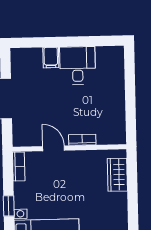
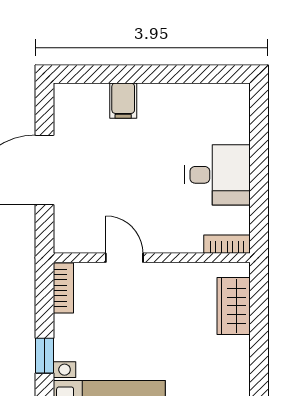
desk: (78, 66) -> (218, 175), moved, turned 90
bookcase: (82, 140) -> (227, 244), moved

